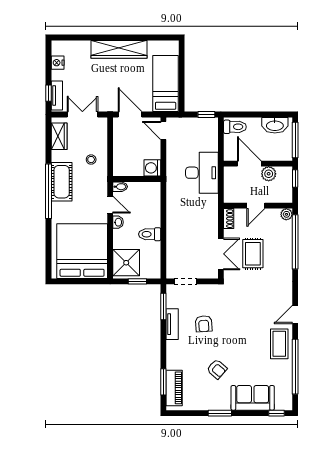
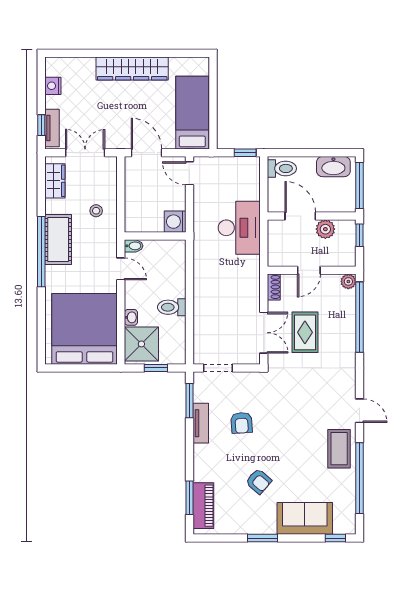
washbasin: (118, 222) -> (131, 317), moved
door: (295, 314) -> (360, 411), swing flipped

